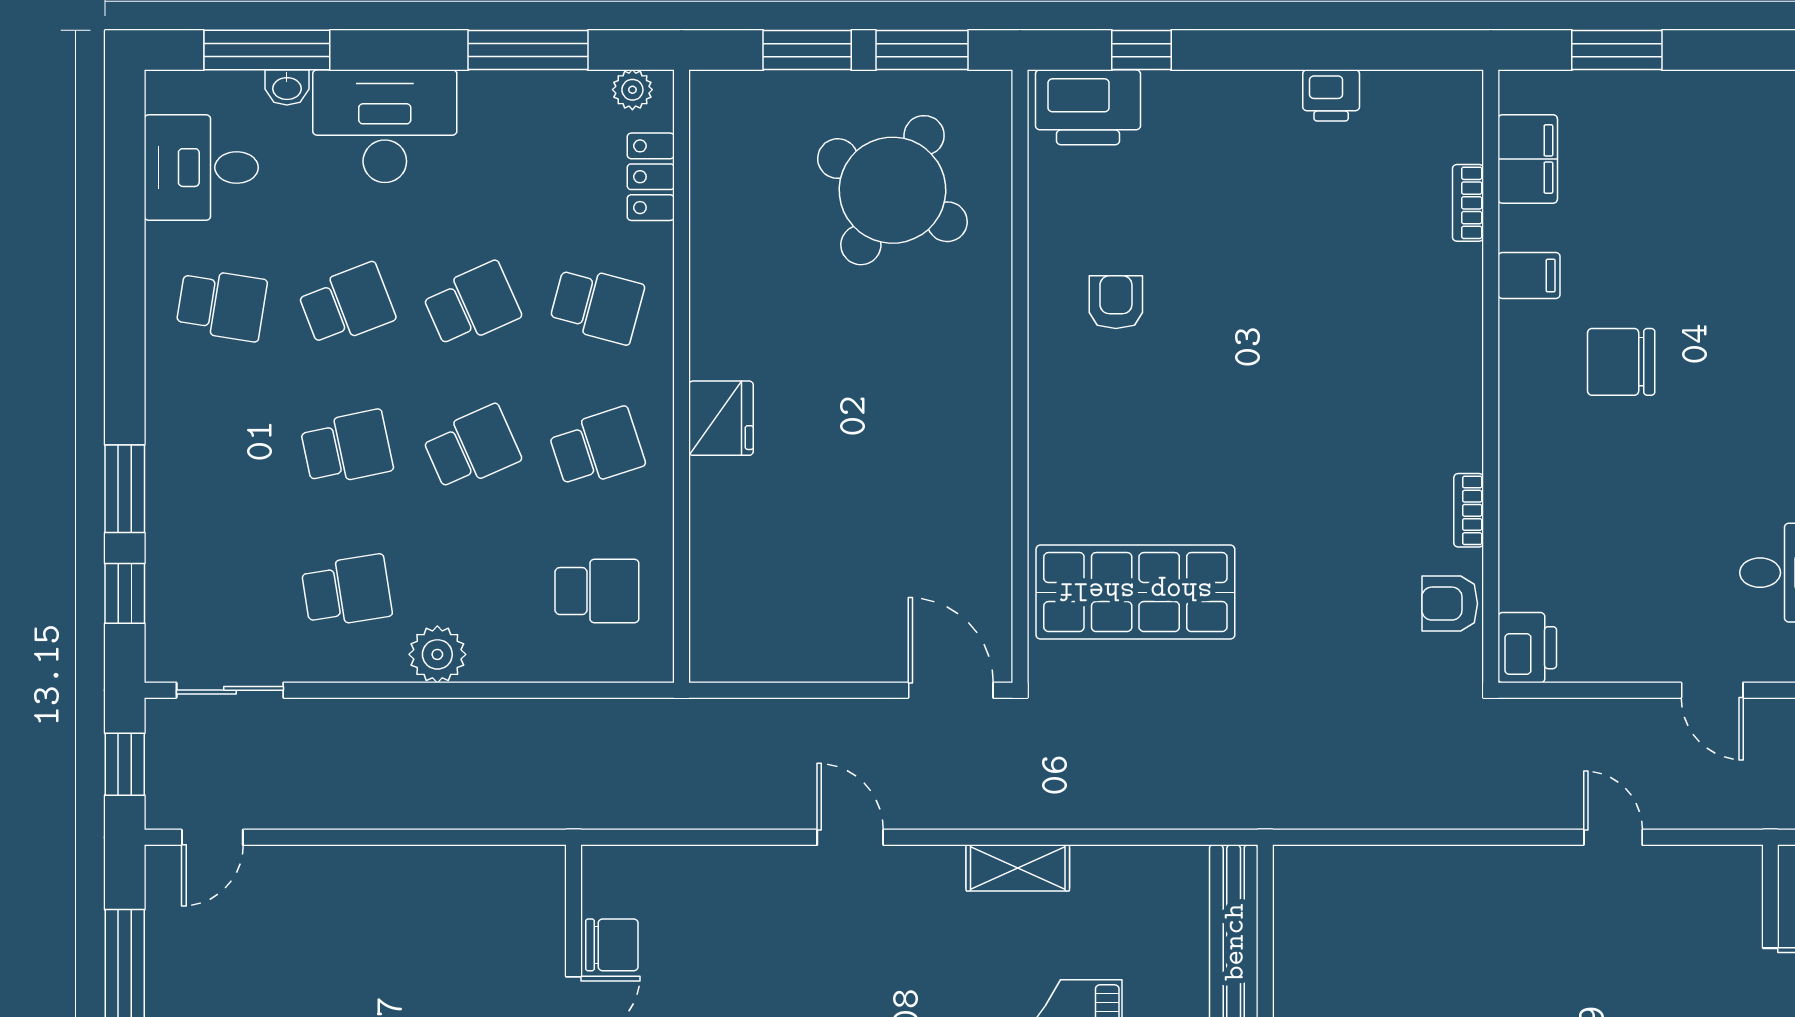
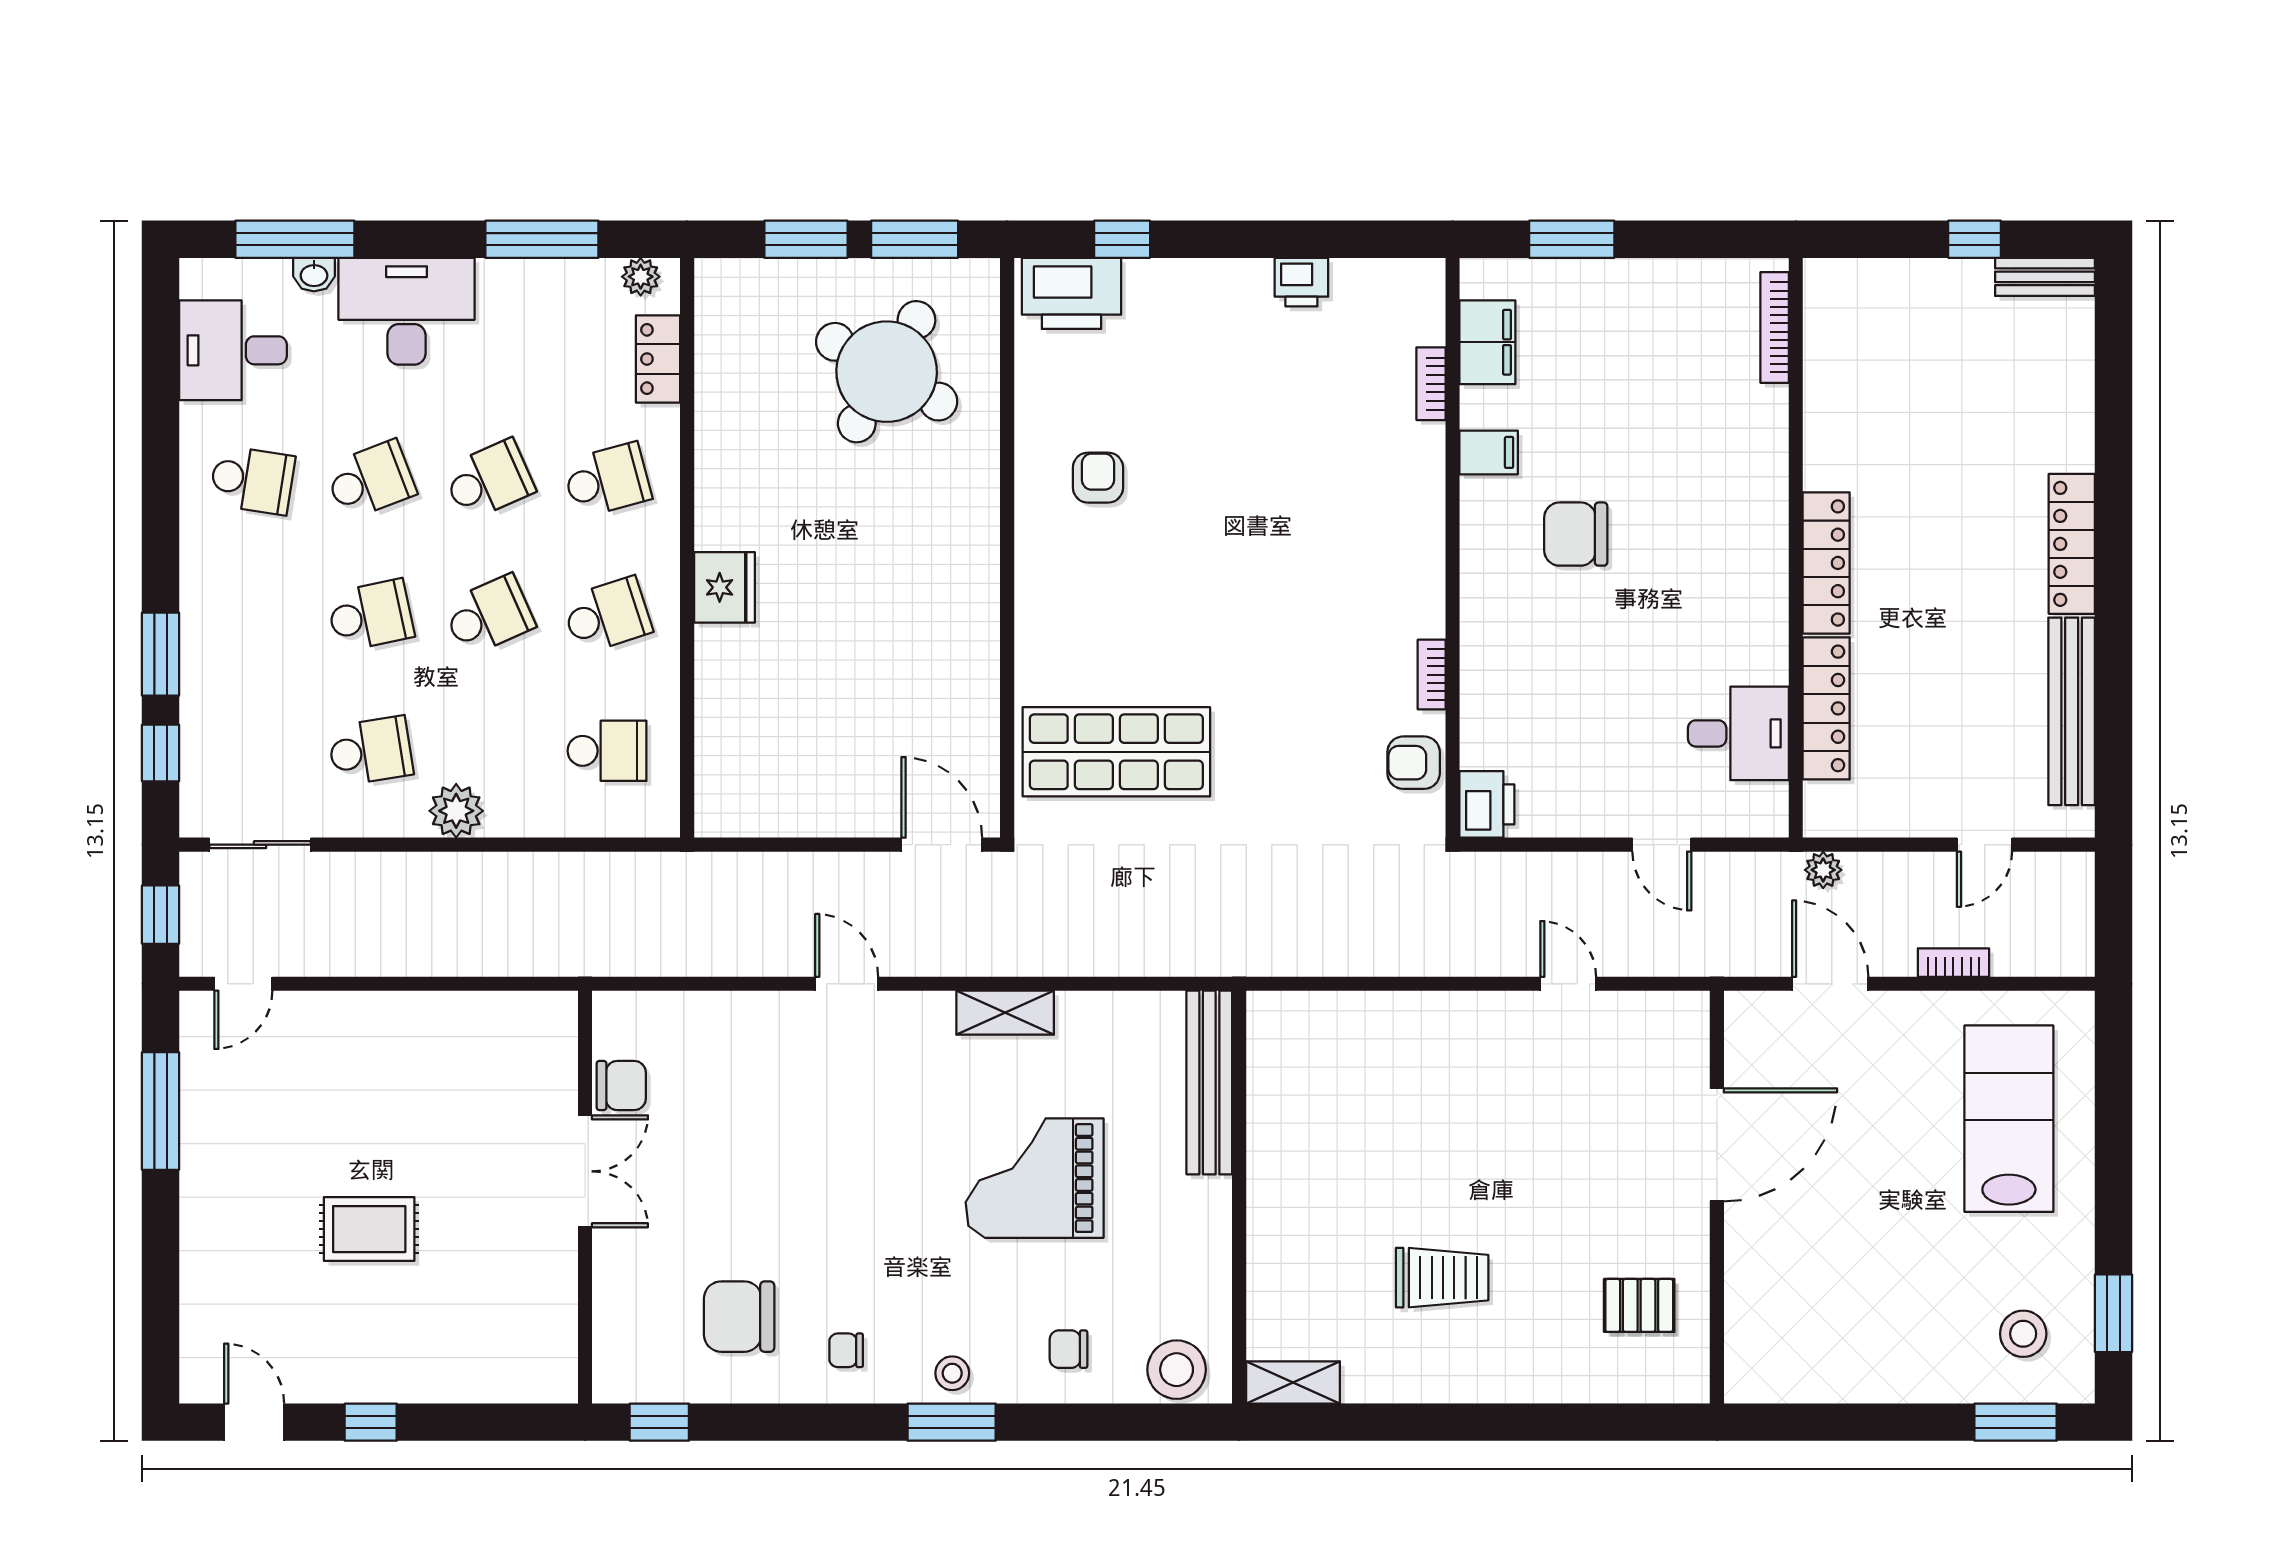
school desk: (597, 305) -> (607, 480), turned -30

